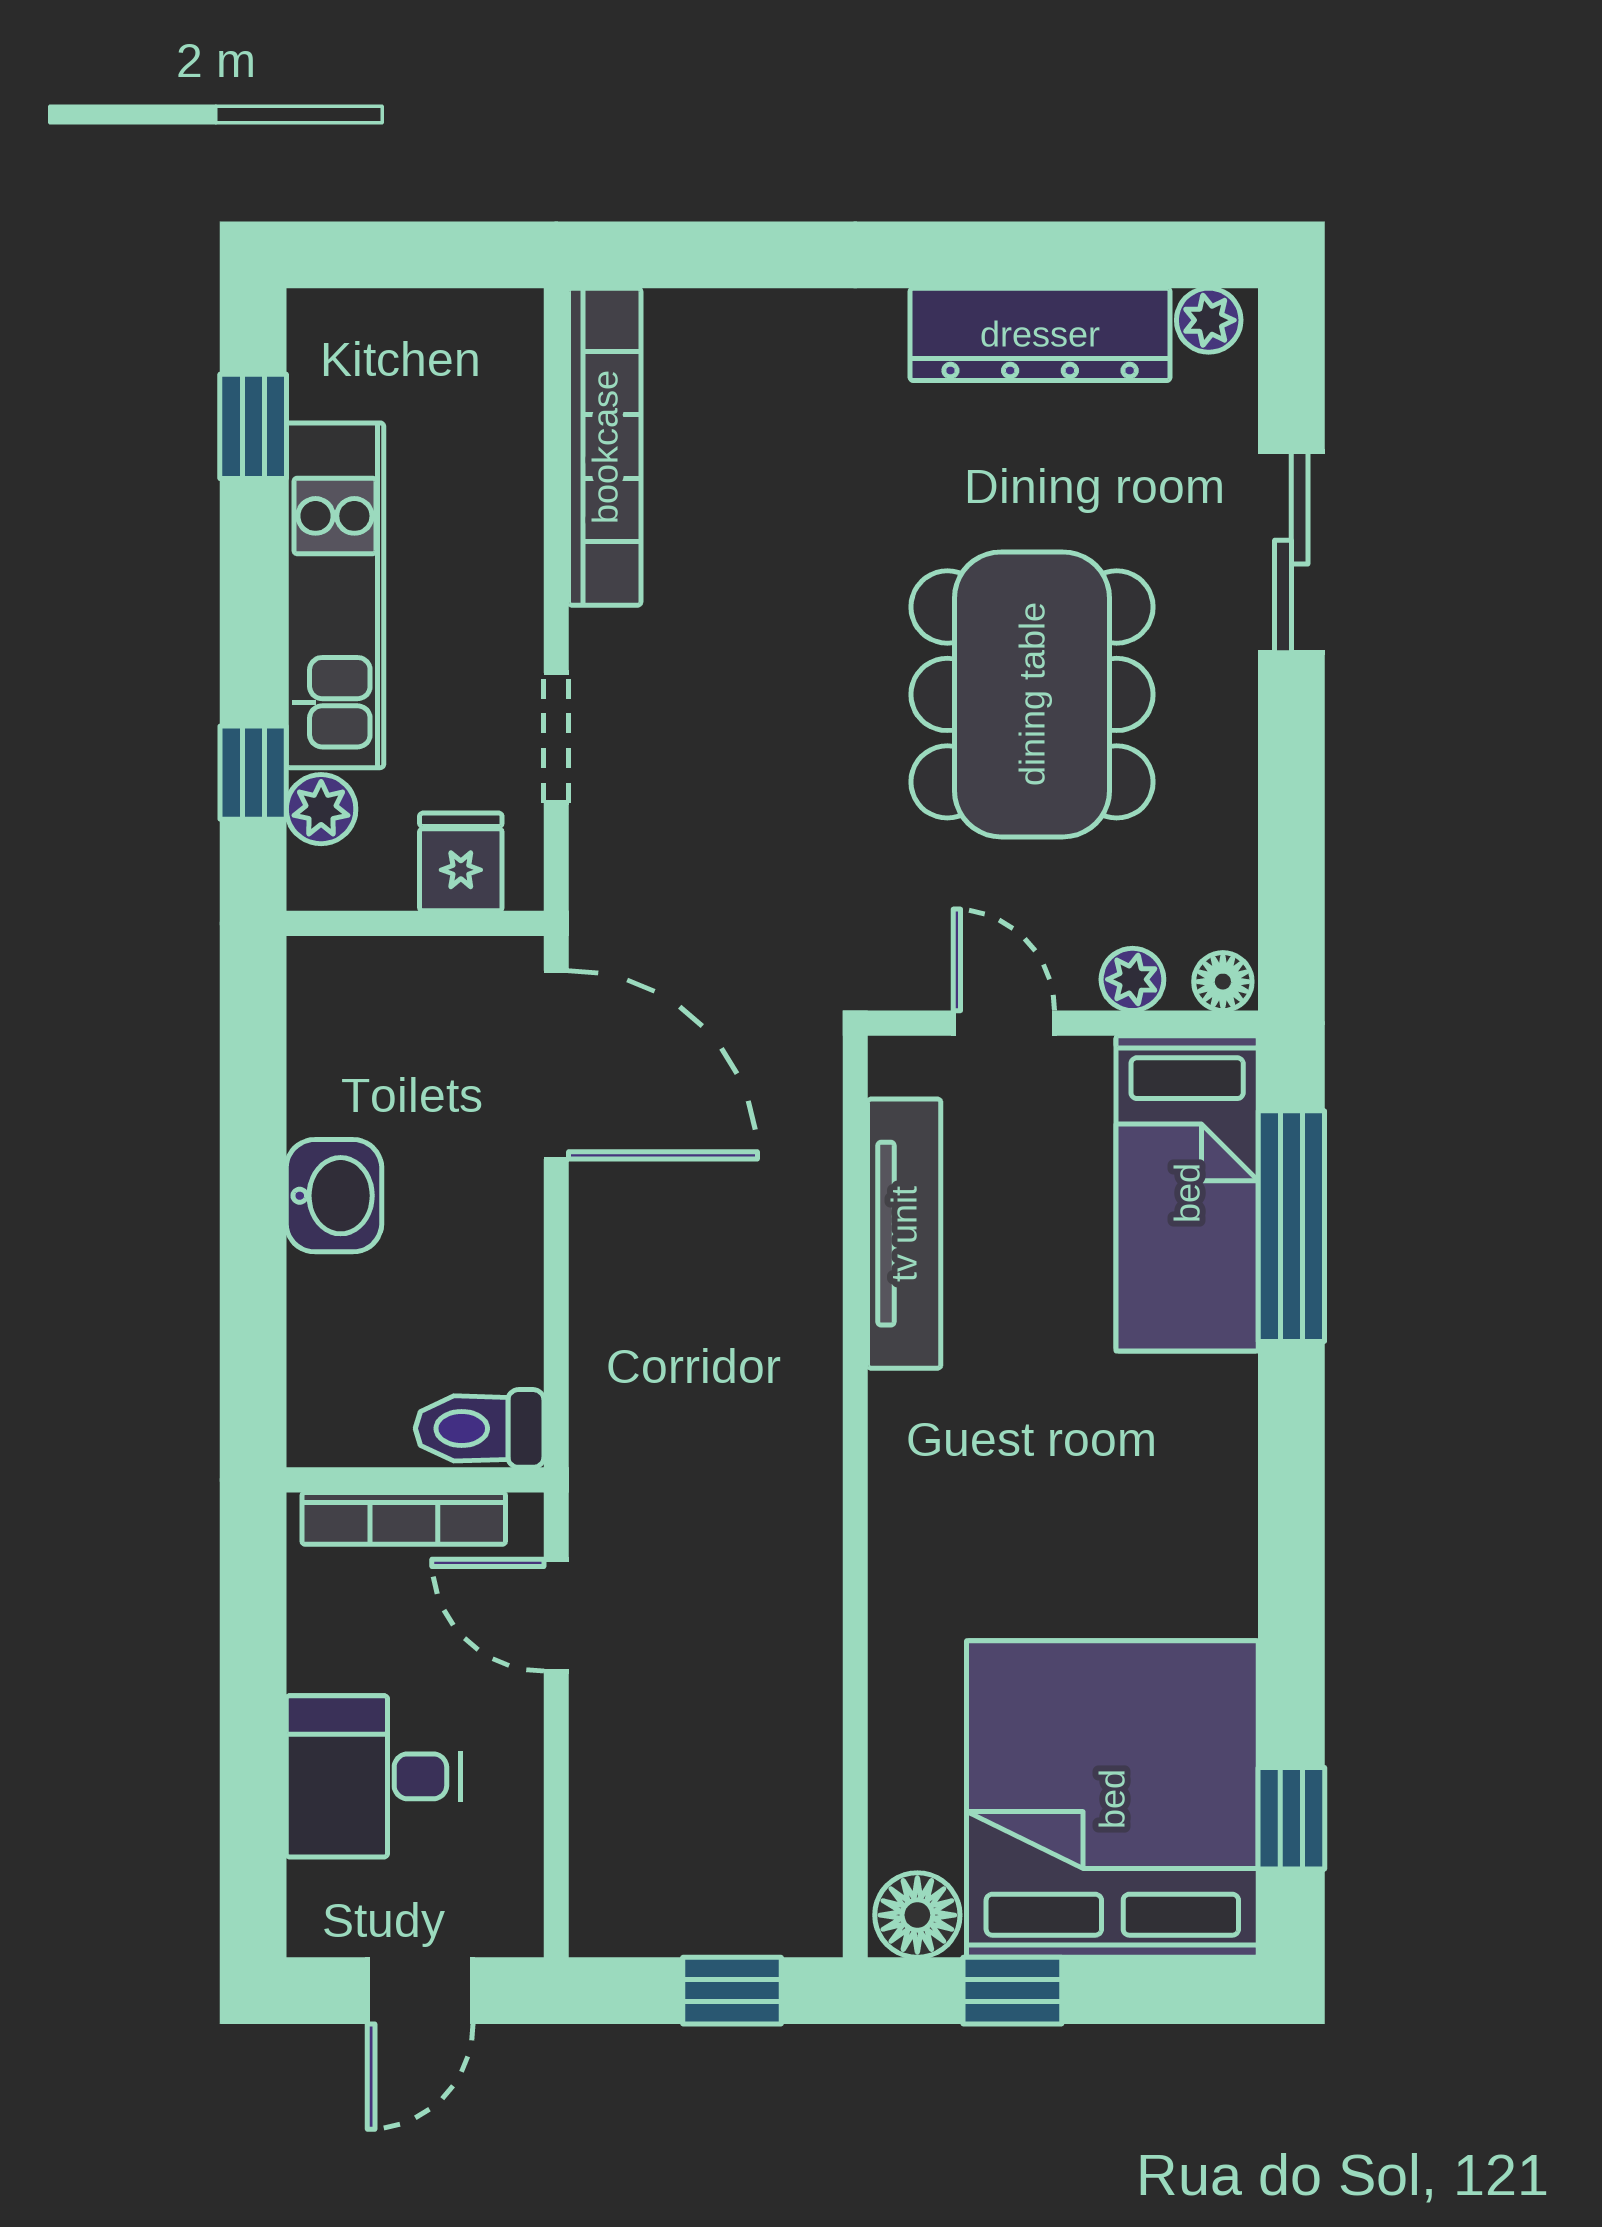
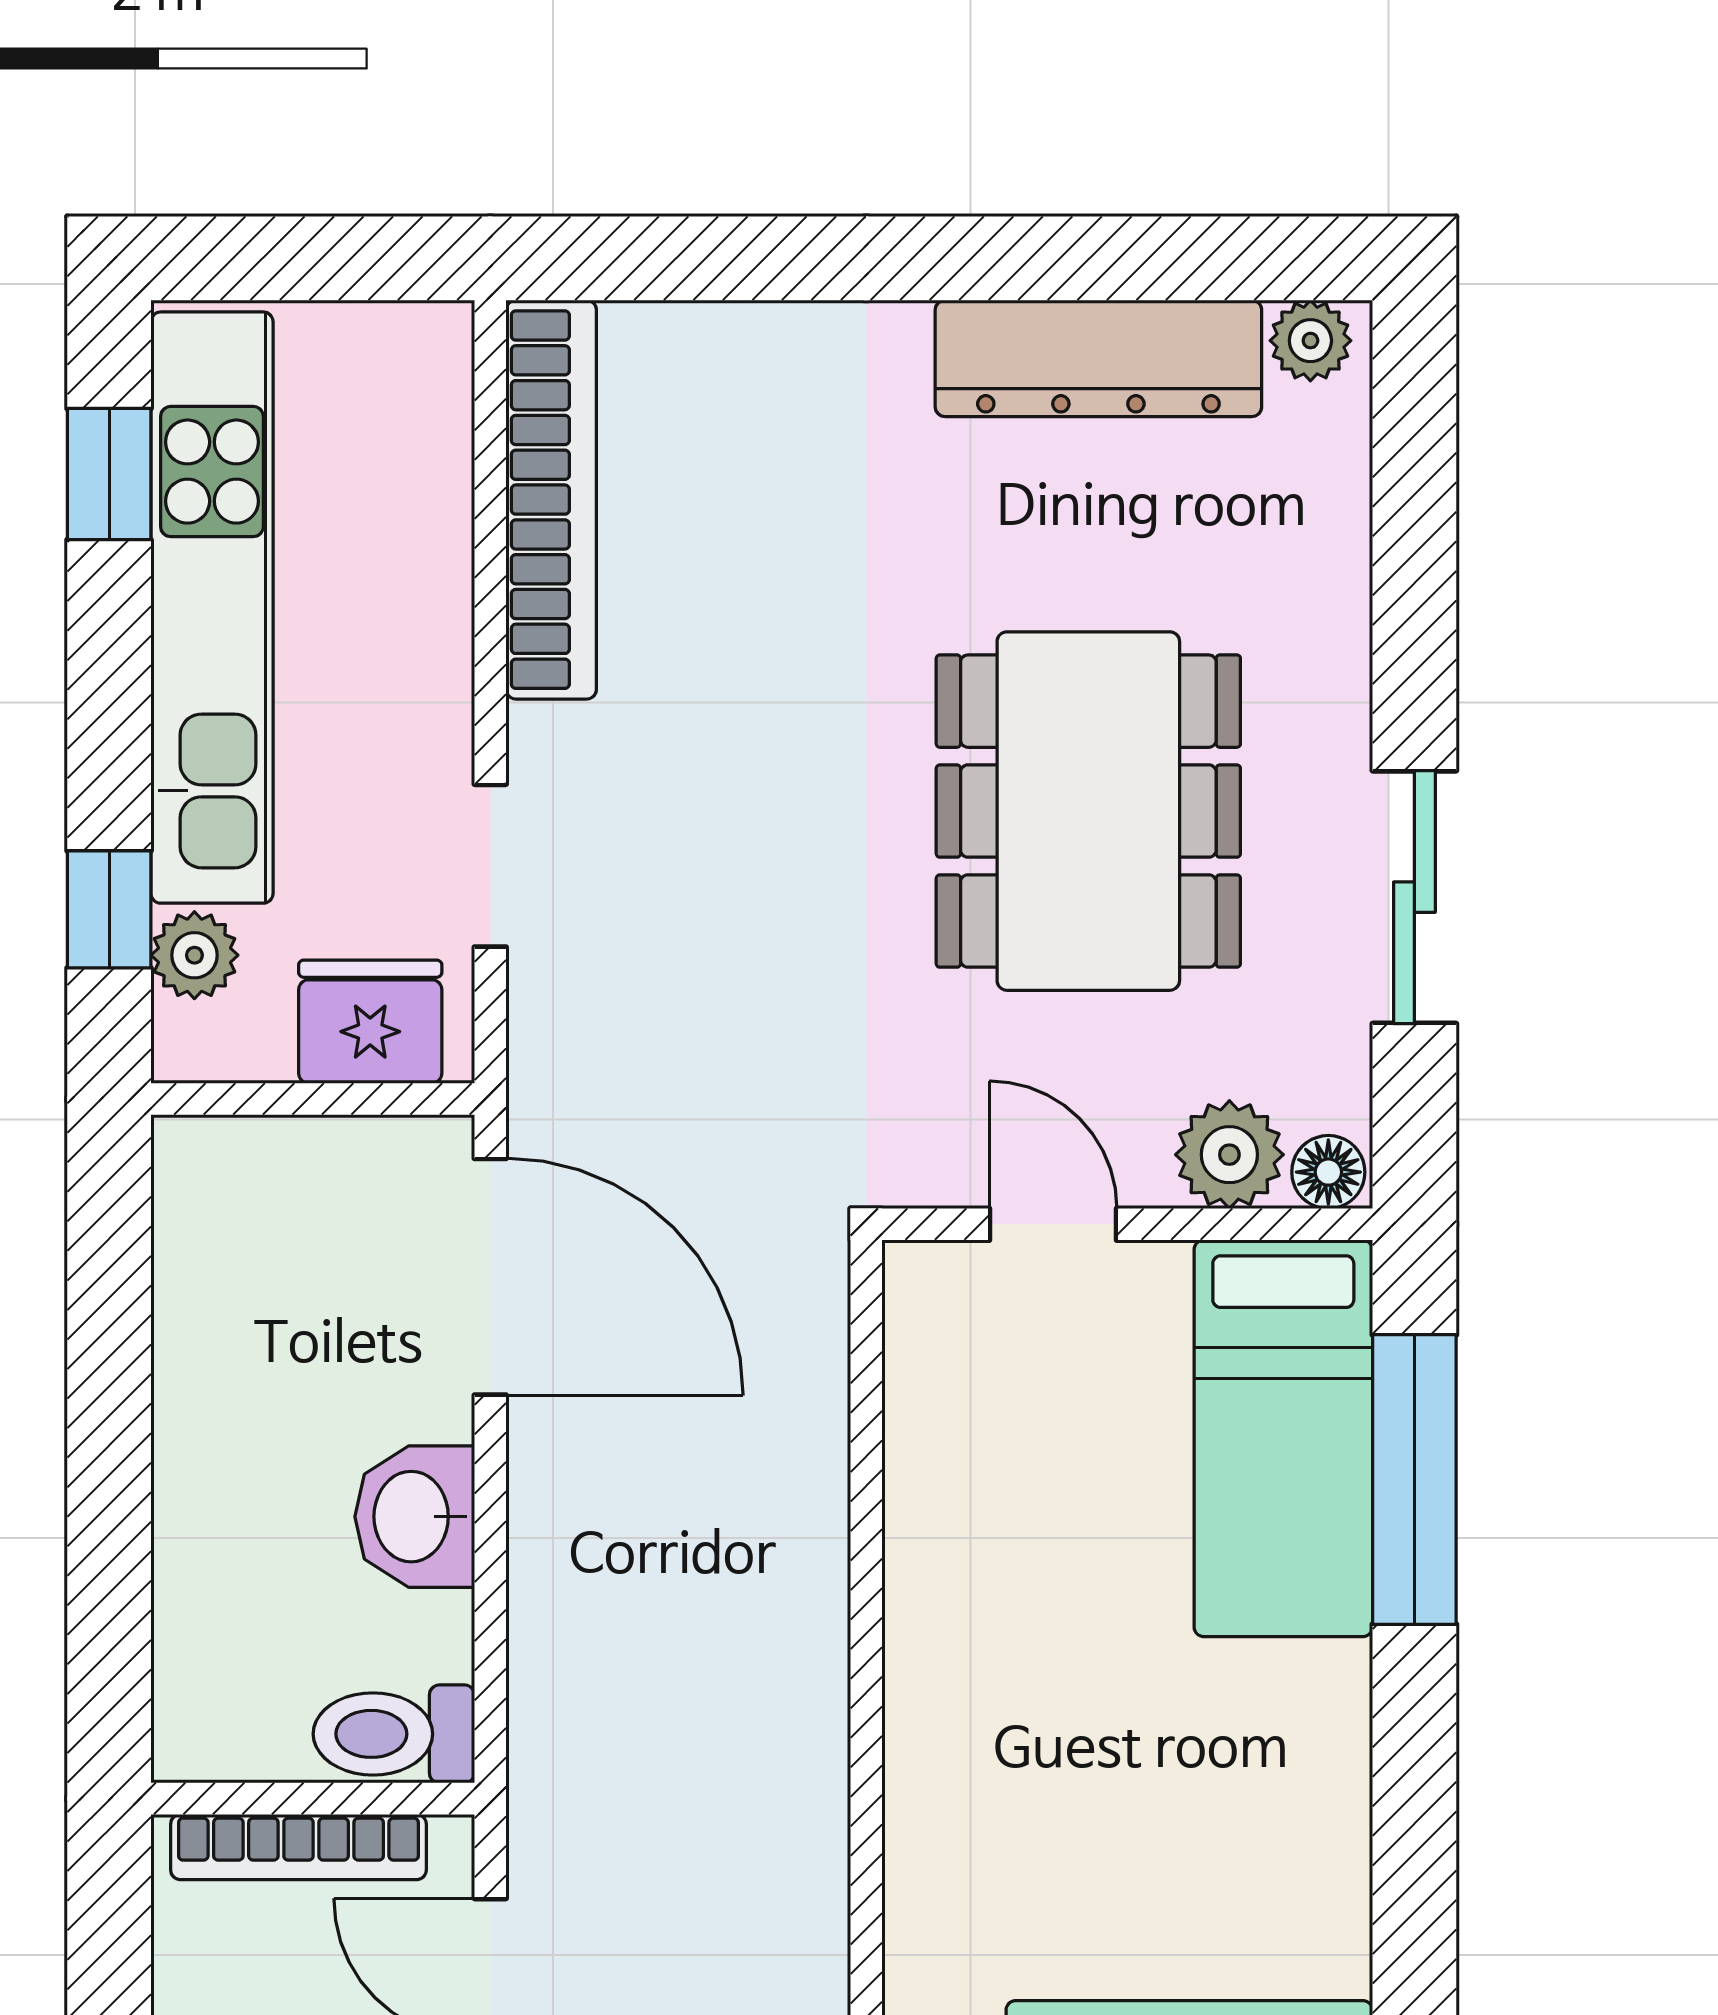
sliding door: (1291, 552) -> (1414, 897), moved
kitchen unit: (335, 595) -> (212, 608), width x1.36
fridge: (461, 862) -> (370, 1022), width x1.38
plant: (1132, 979) -> (1229, 1155), width x1.38, depth x1.38
washbasin: (334, 1196) -> (415, 1517), moved, turned 180
tv unit: (904, 1234) -> (928, 1489), removed

